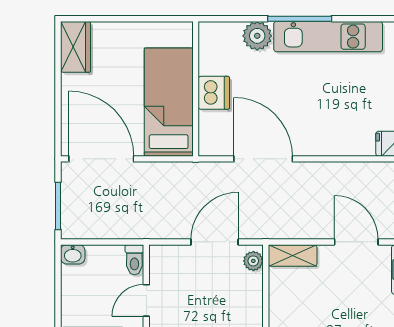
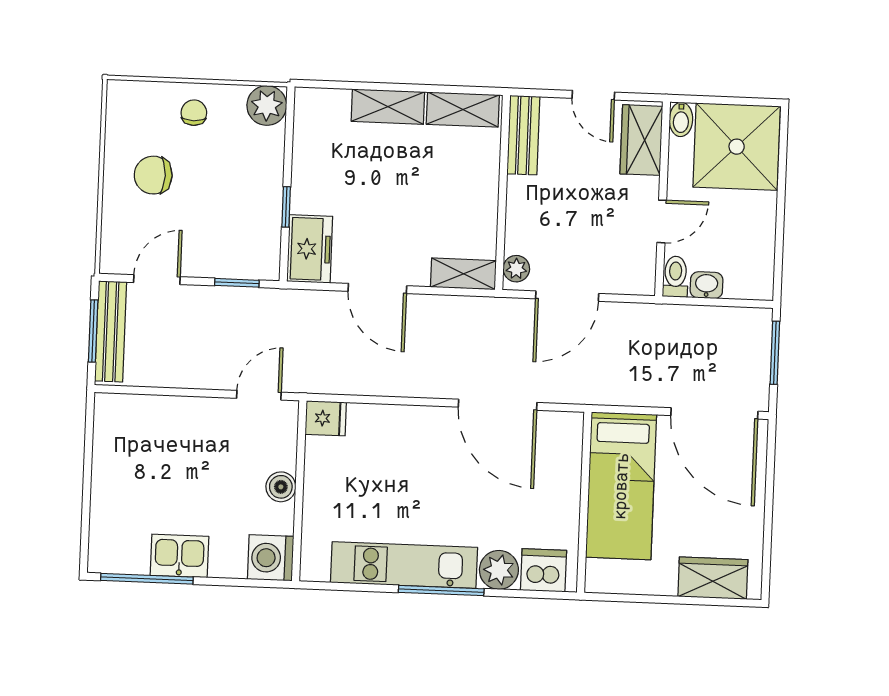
wardrobe: (75, 47) -> (713, 578), moved, turned 90
dishwasher: (214, 93) -> (543, 570), moved, turned 90
washbasin: (73, 254) -> (707, 285), moved

